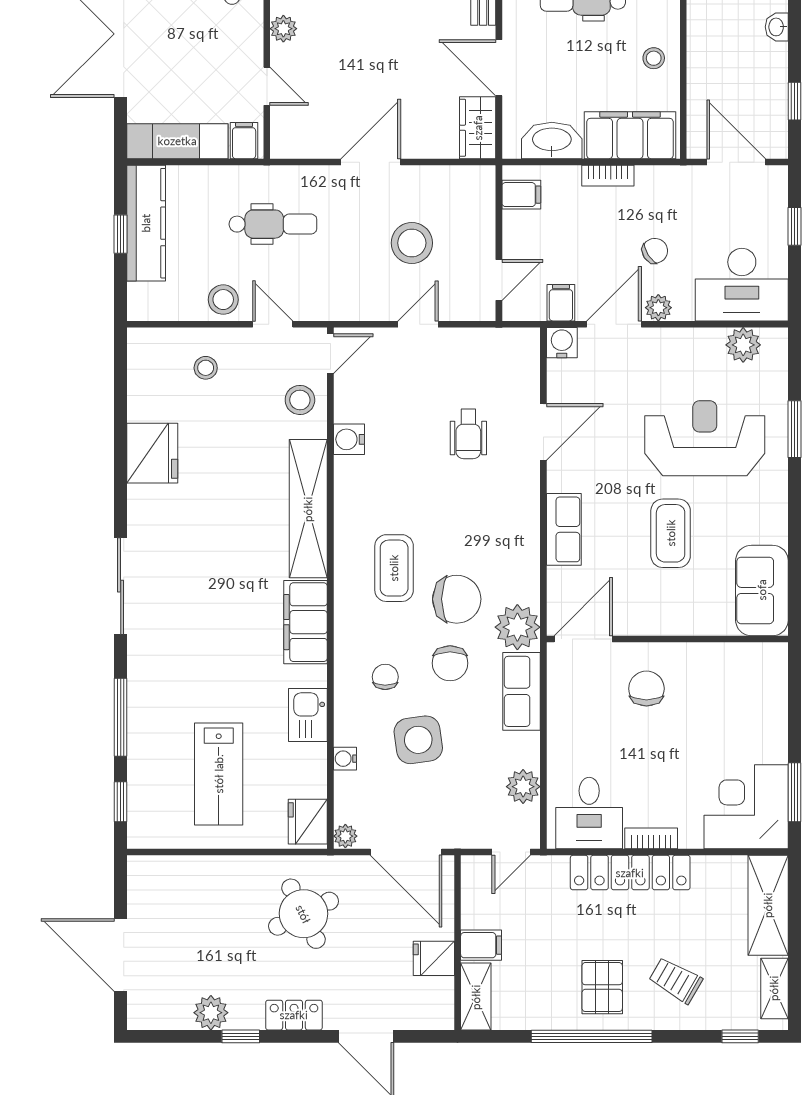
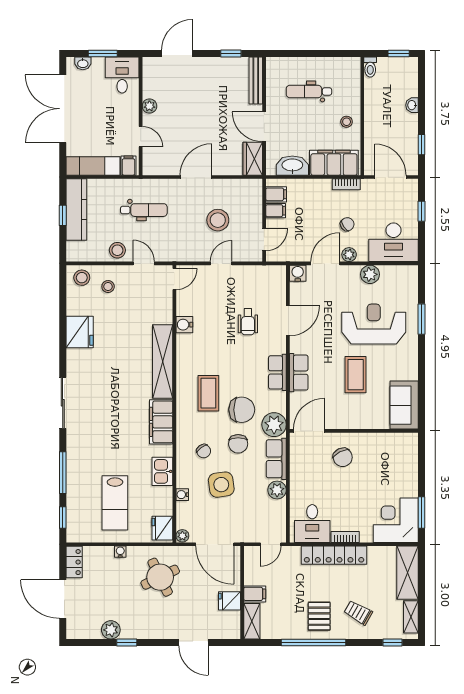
bookcase: (608, 176) -> (346, 184), moved
filing cabinet: (561, 303) -> (276, 211), moved, turned 90
plant: (743, 345) -> (370, 274), moved
stool: (300, 400) -> (82, 278), moved
row of seats: (524, 529) -> (277, 372), added
chair: (385, 677) -> (204, 451), turned 144
chair: (646, 689) -> (343, 457), turned 153
plant: (523, 787) -> (277, 490), moved
water cooler: (229, 866) -> (120, 552), added
locker: (294, 1015) -> (74, 562), moved, turned 90

